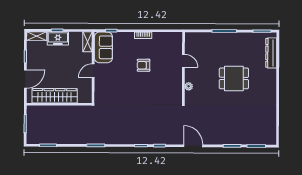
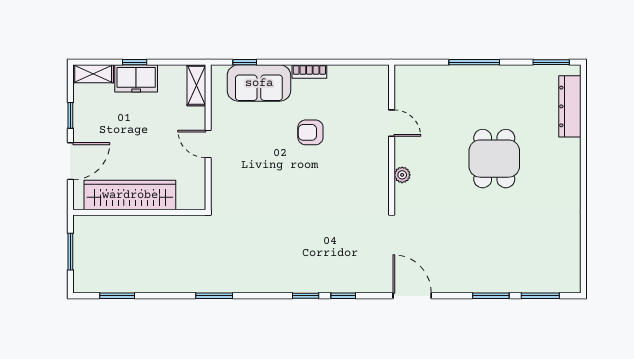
sofa: (103, 47) -> (259, 83), moved, turned 90
door: (93, 71) -> (208, 144), hinge flipped
dining table: (234, 78) -> (494, 159), turned 90

